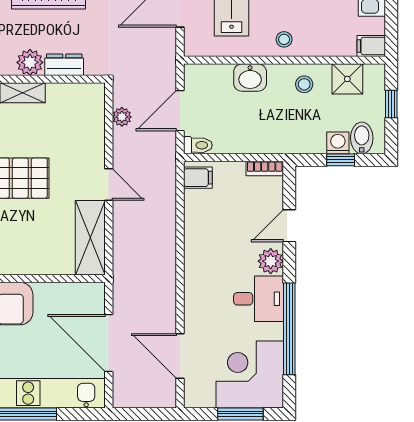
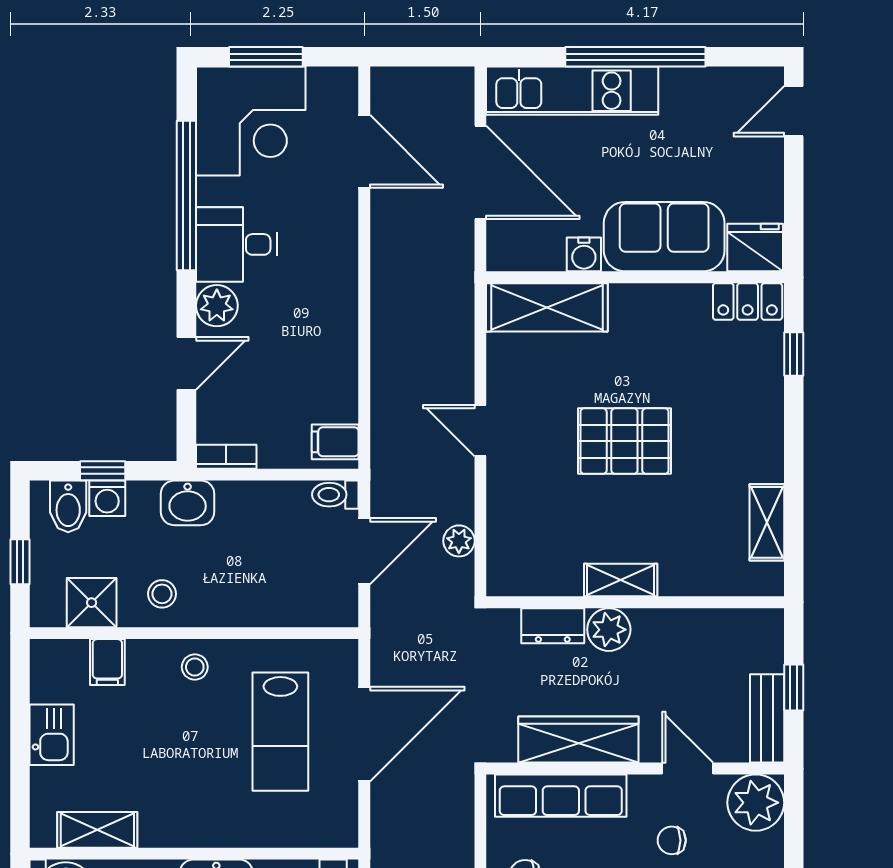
filing cabinet: (371, 46) -> (107, 662), moved, turned 90
washbasin: (250, 78) -> (188, 503), moved, turned 180
shelving: (90, 238) -> (547, 307), moved, turned 90
water cooler: (45, 293) -> (584, 254), added

